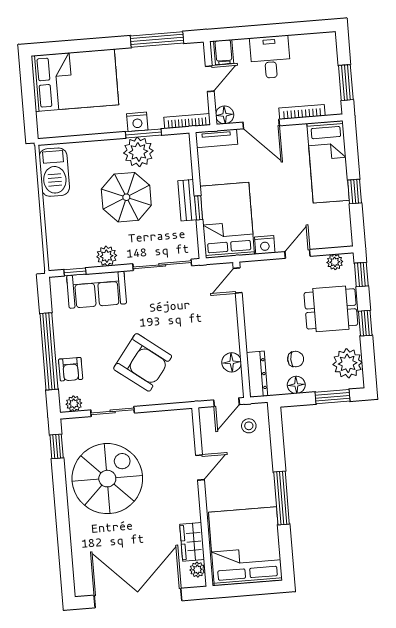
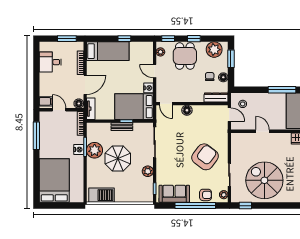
desk: (270, 57) -> (50, 62), moved
sofa: (97, 290) -> (174, 194), moved, turned -90
floor lamp: (232, 362) -> (187, 110), moved

